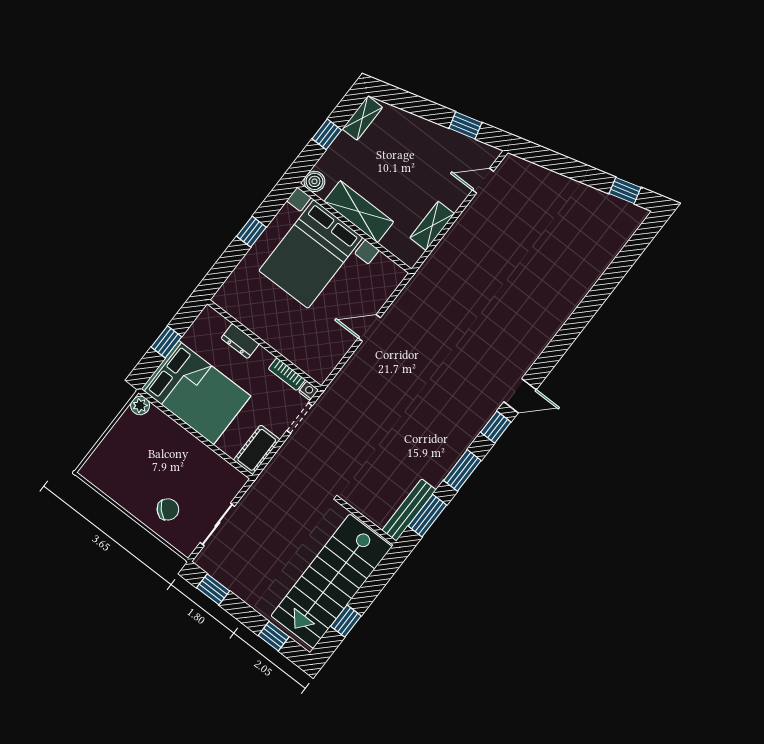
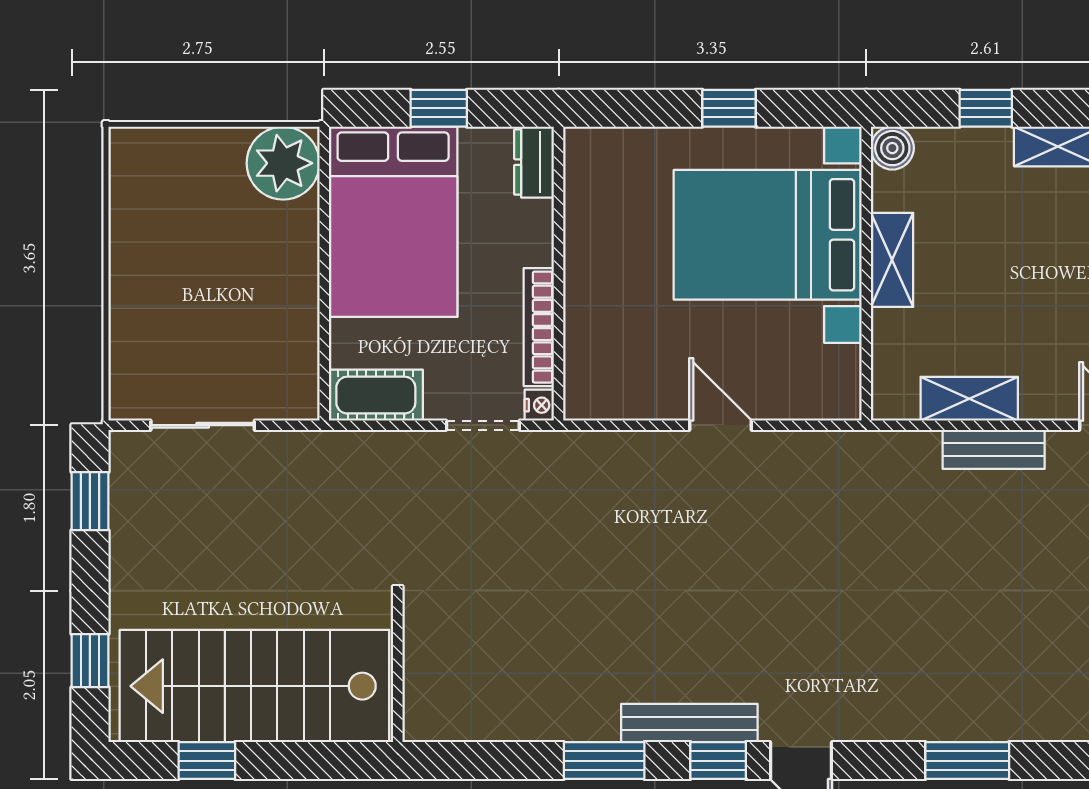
shelving: (359, 212) -> (892, 260), width x0.67, depth x0.75
bench: (458, 231) -> (994, 449), added
dresser: (240, 341) -> (534, 162), moved
bookcase: (287, 374) -> (539, 327), width x1.56
plant: (140, 406) -> (283, 163), width x1.88, depth x1.88
chair: (168, 509) -> (164, 325), removed
bench: (409, 510) -> (689, 723), moved
window: (427, 516) -> (967, 761), moved

